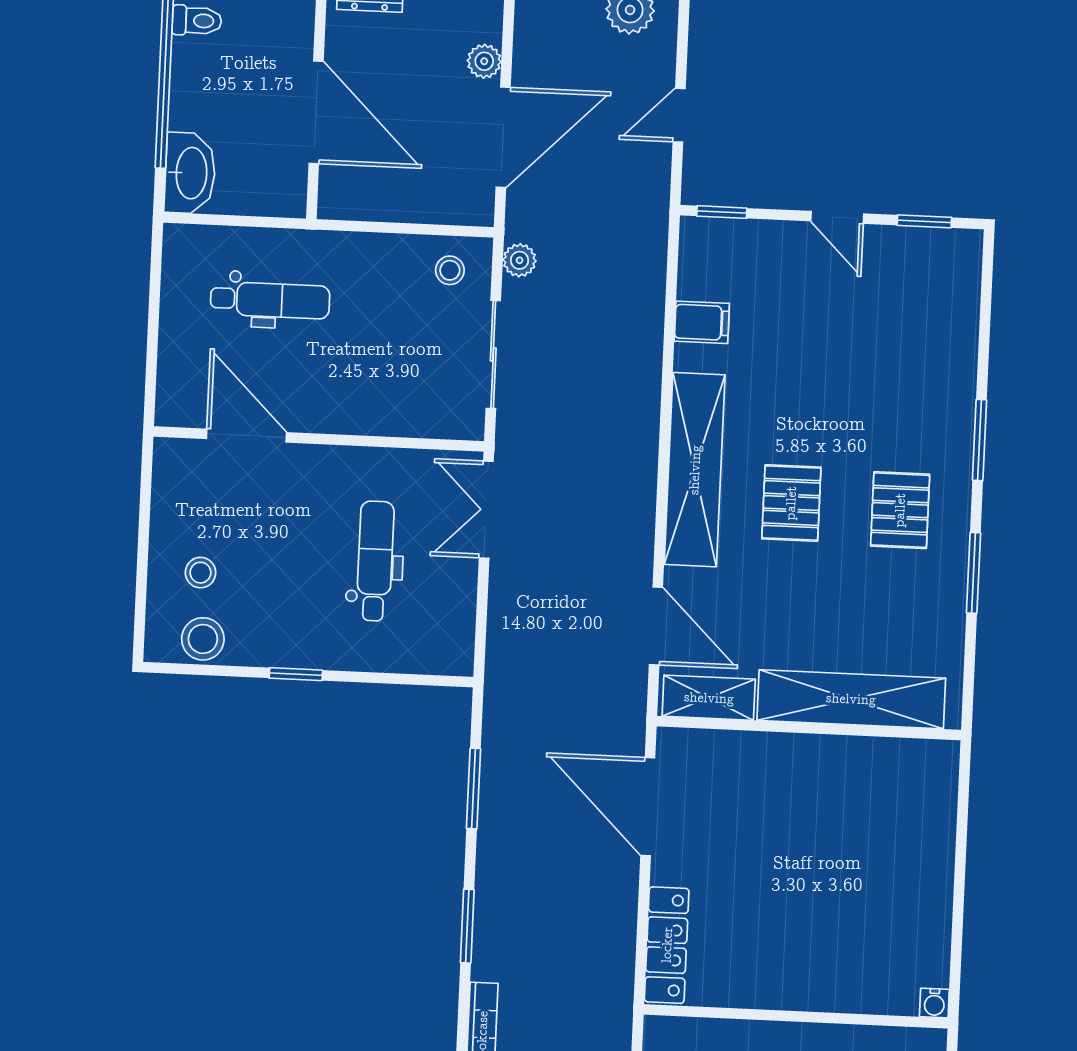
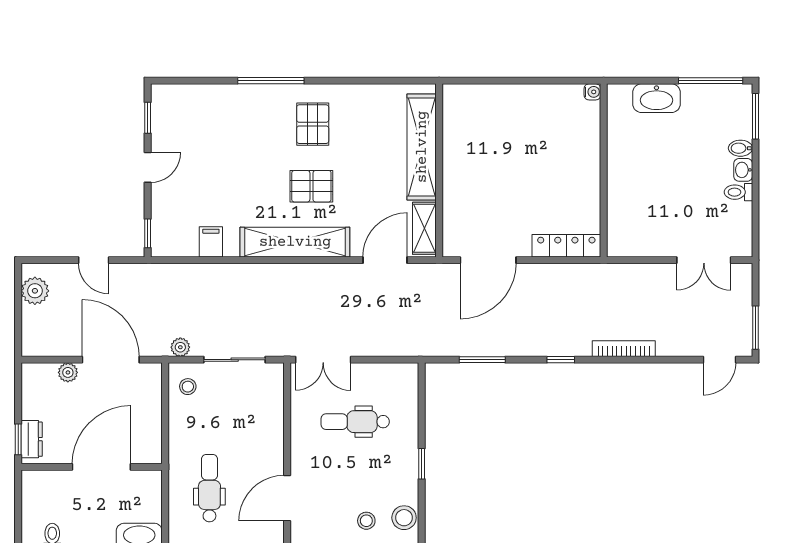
window: (980, 440) -> (271, 81), width x1.44
pallet: (900, 510) -> (313, 124), turned 90
window: (973, 573) -> (347, 81), removed
window: (467, 926) -> (561, 360), width x0.67

